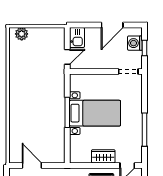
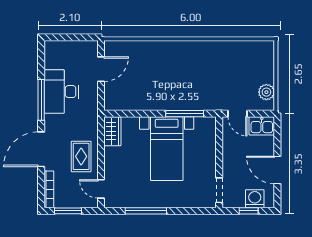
plant: (22, 34) -> (266, 92), moved
window: (67, 112) -> (185, 114), moved
wardrobe: (103, 156) -> (112, 131), moved

